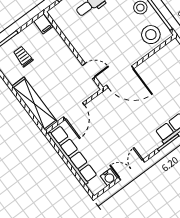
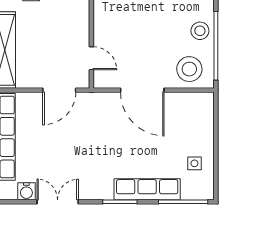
door: (120, 77) -> (142, 90), moved
door: (74, 111) -> (59, 90), moved

